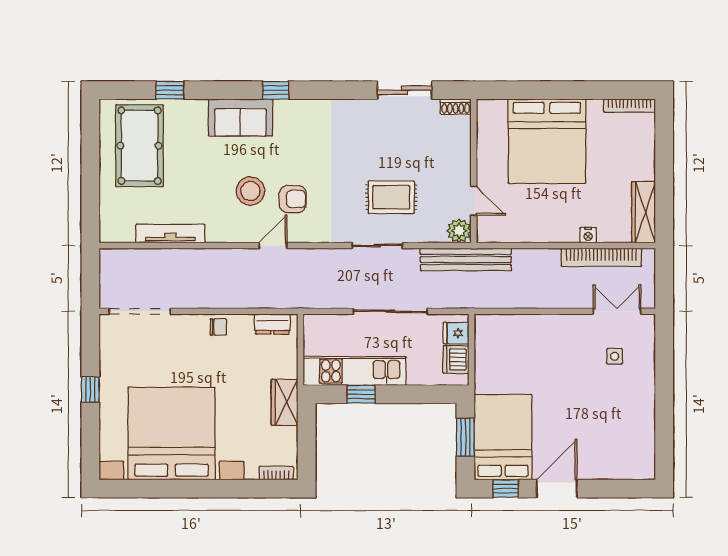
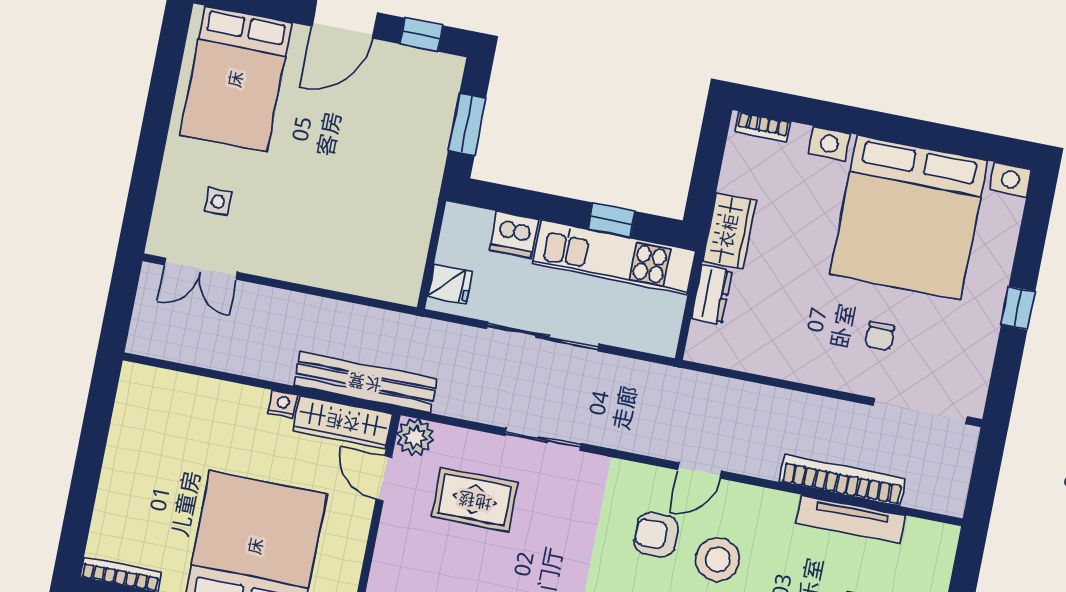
rug: (391, 197) -> (475, 500), moved
wardrobe: (644, 212) -> (343, 422), moved, turned 90
nightstand: (588, 235) -> (283, 404), moved
bookcase: (601, 257) -> (843, 480), moved
bench: (466, 259) -> (365, 382), moved
dresser: (272, 324) -> (712, 294), moved, turned 90
chair: (218, 327) -> (880, 336), moved, turned -90
dishwasher: (456, 359) -> (514, 235), moved, turned 90
bed: (503, 437) -> (236, 79), moved

